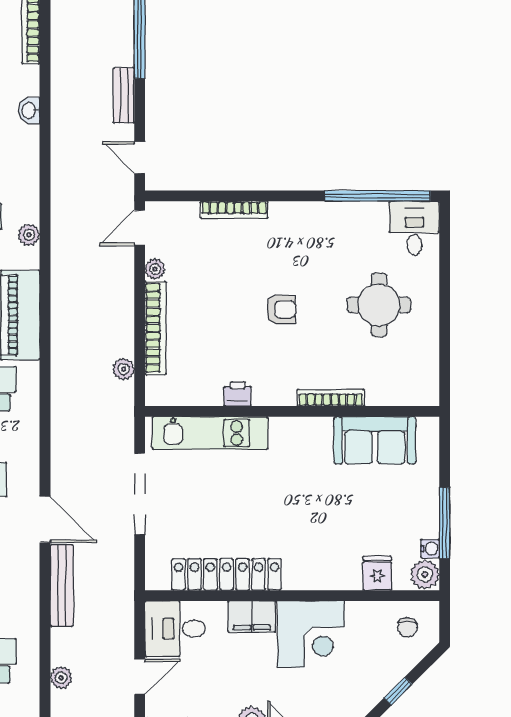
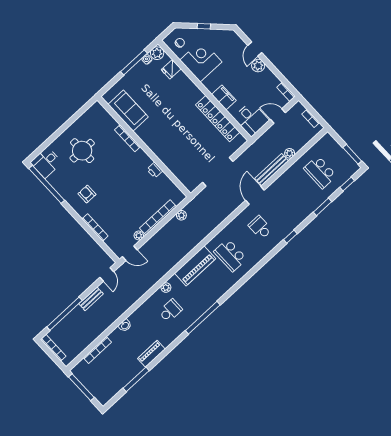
armchair: (281, 309) -> (87, 194), moved
kitchen unit: (210, 433) -> (176, 167), removed
corner desk: (311, 634) -> (201, 61), moved
plant: (61, 678) -> (290, 153), moved

